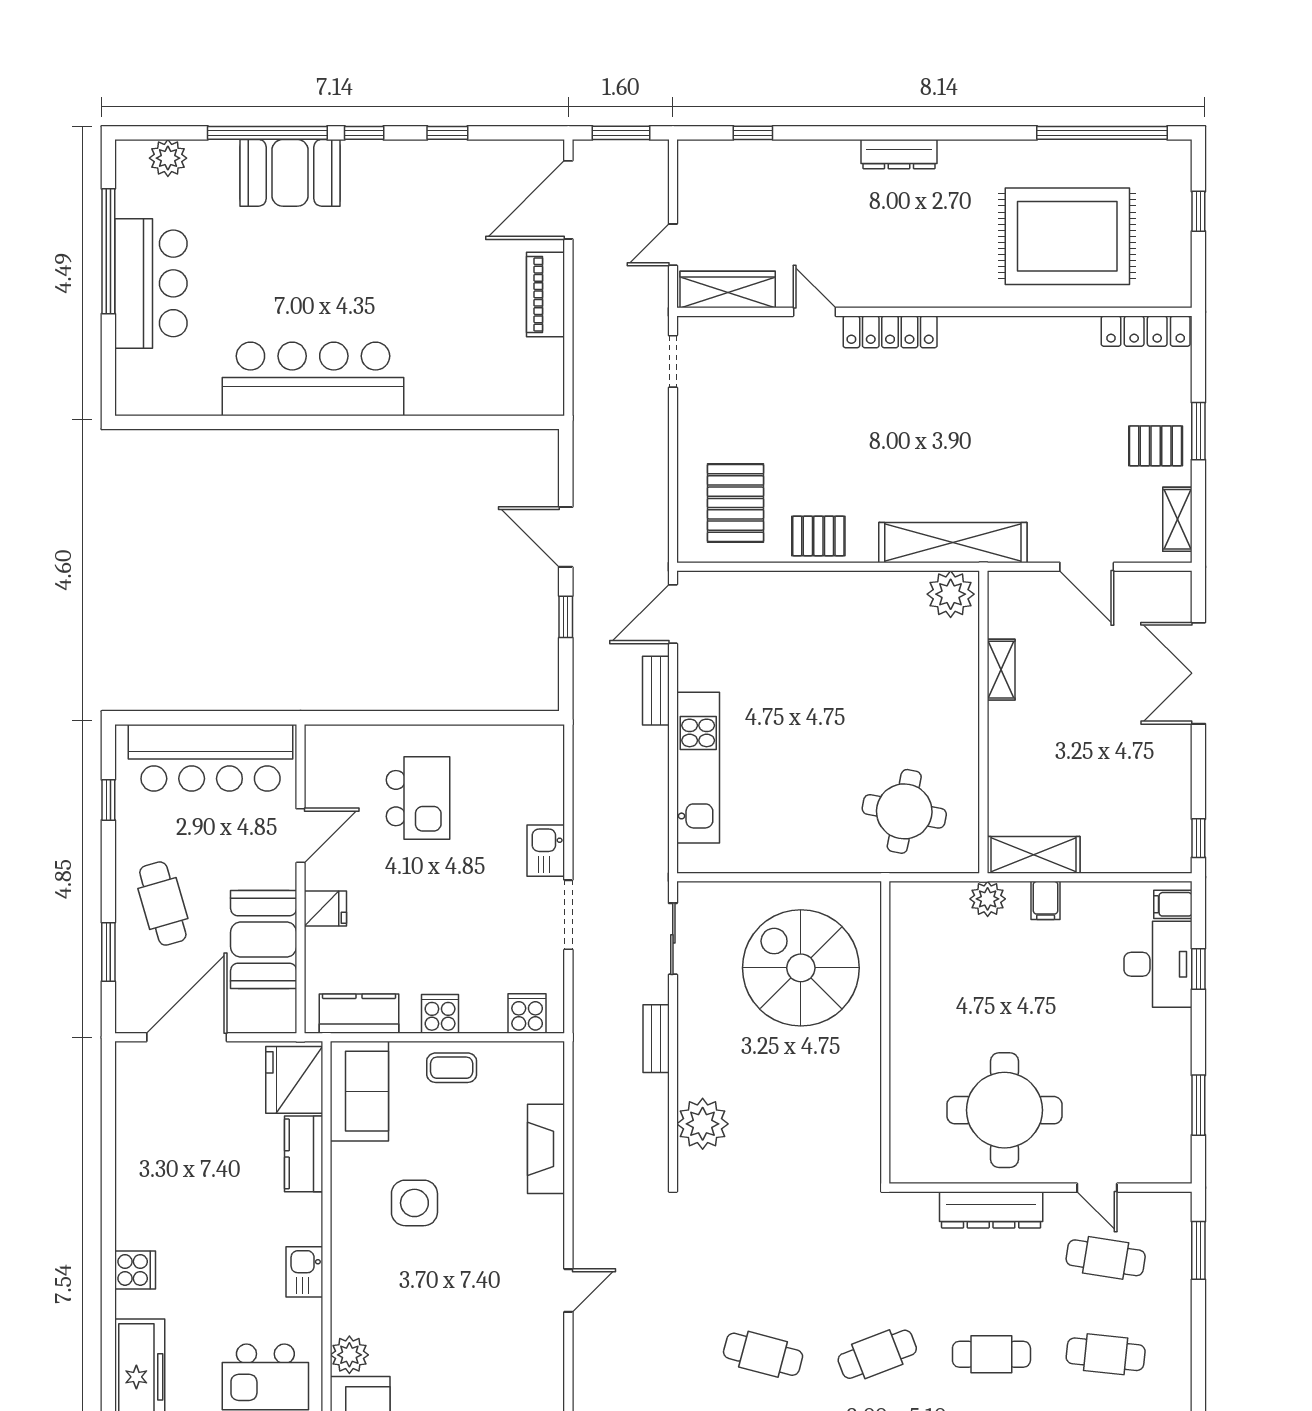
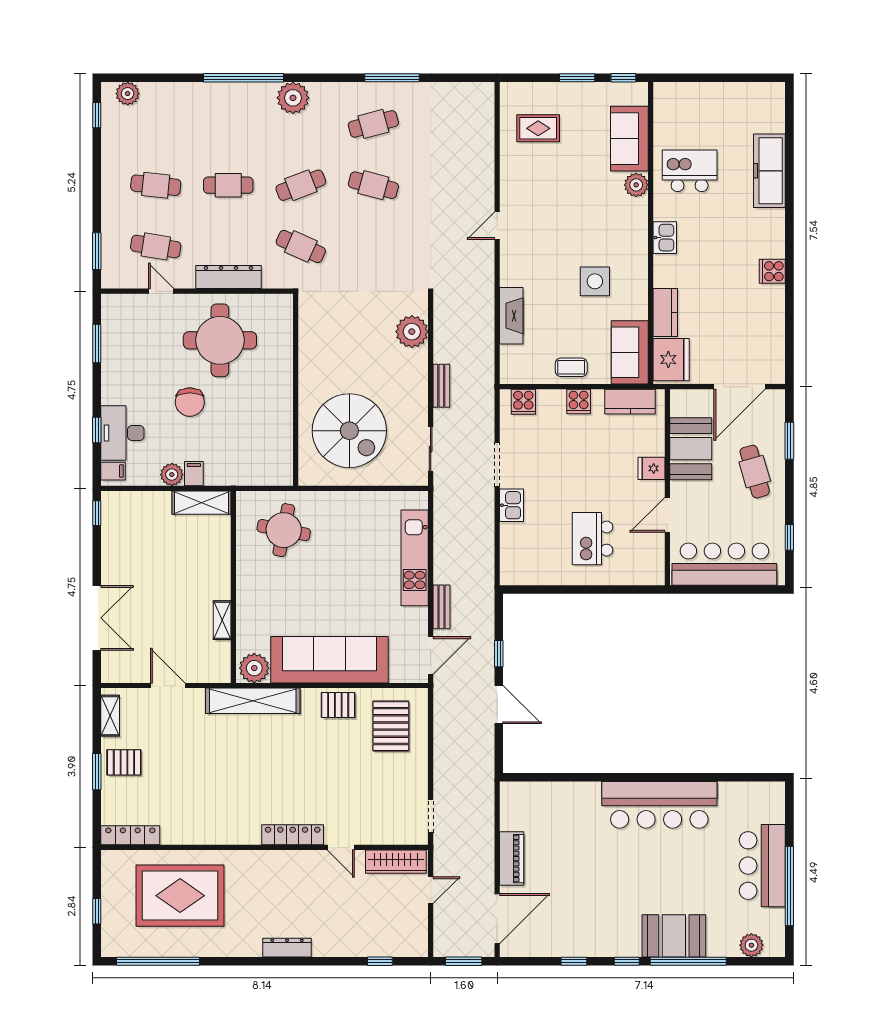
sofa: (832, 607) -> (329, 660), added
plant: (988, 899) -> (172, 475), moved
chair: (1052, 1013) -> (190, 402), added
cafe table: (877, 1258) -> (301, 246), added
cooker: (135, 1270) -> (772, 271), moved

